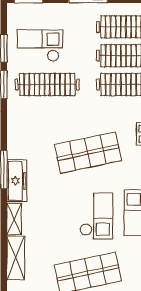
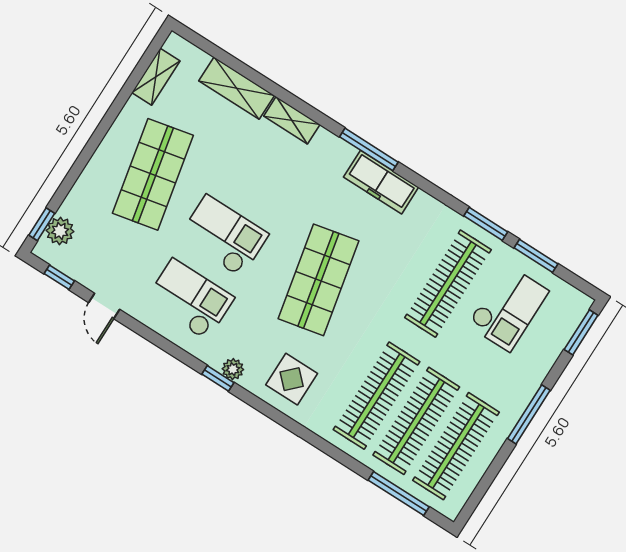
freezer: (17, 181) -> (381, 182), moved
checkout: (96, 216) -> (224, 236), turned 180

